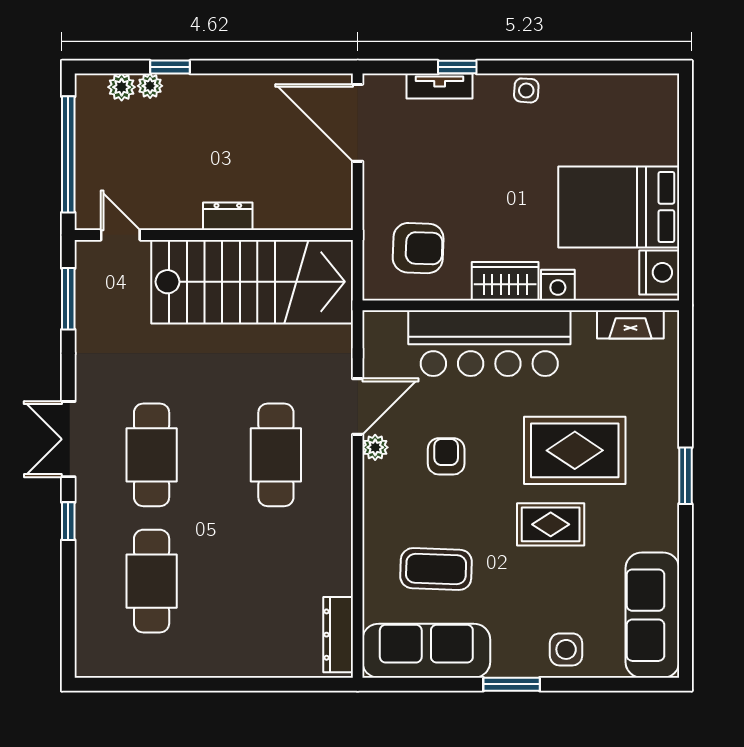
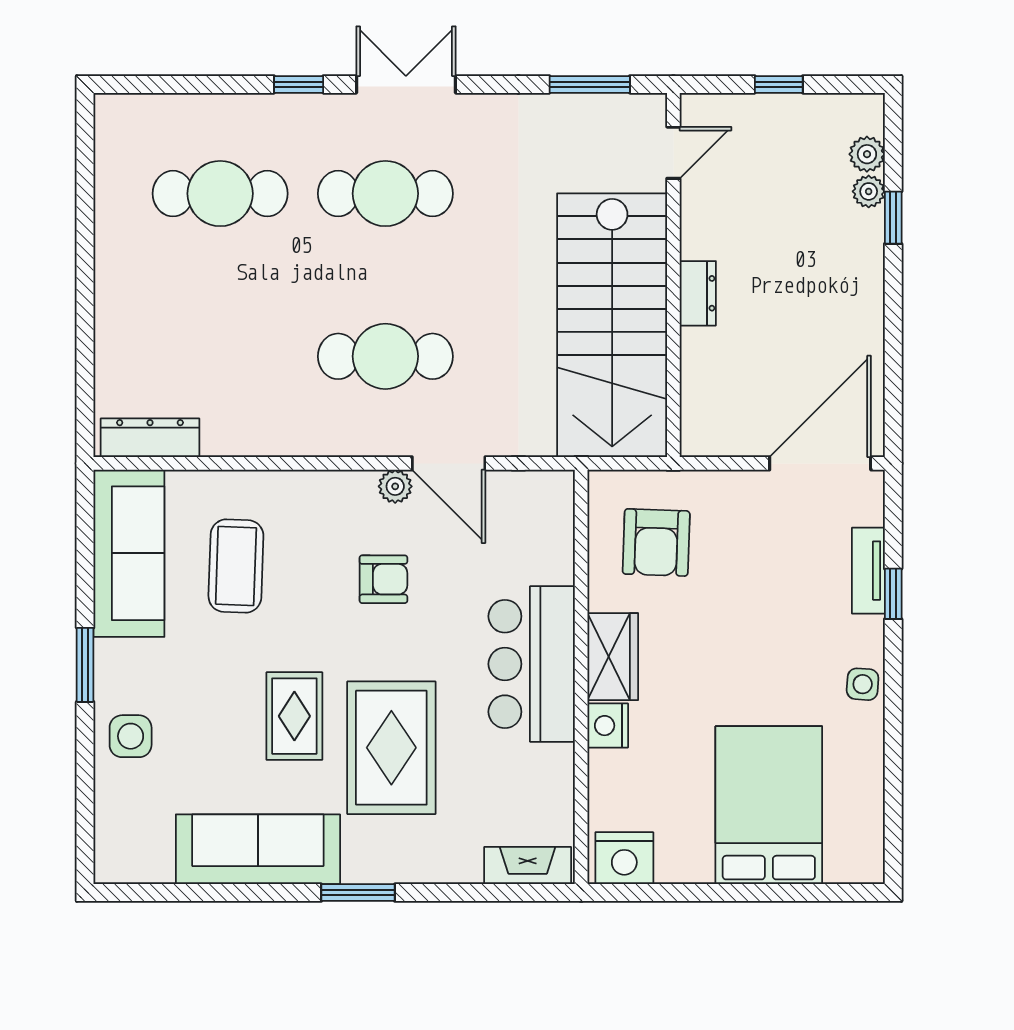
window: (68, 154) -> (779, 84), width x0.32
bed: (619, 207) -> (769, 805), moved
fireplace: (630, 324) -> (528, 866), moved, turned 90
bar counter: (489, 343) -> (532, 664), width x0.73
sofa: (652, 615) -> (258, 849), moved

